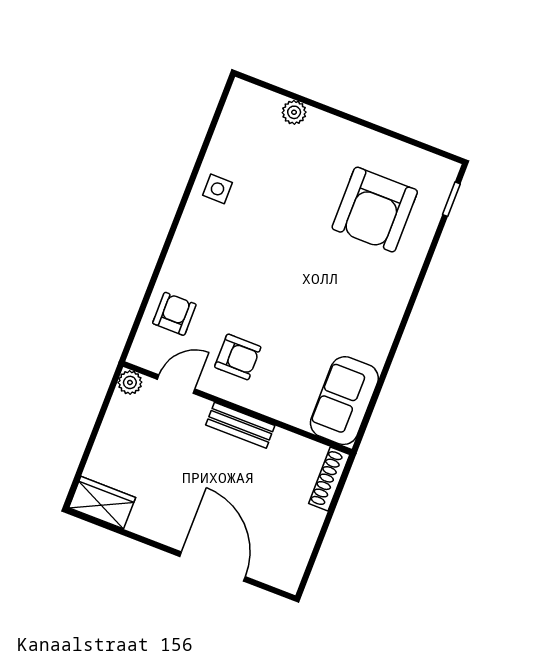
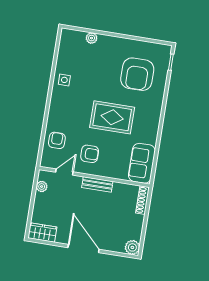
rug: (302, 290) -> (112, 117), added
plant: (130, 382) -> (42, 187), moved
door: (213, 567) -> (83, 248), moved
plant: (286, 575) -> (132, 247), added

